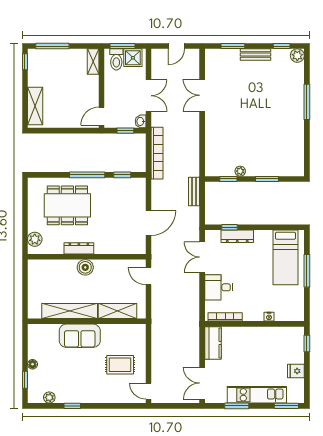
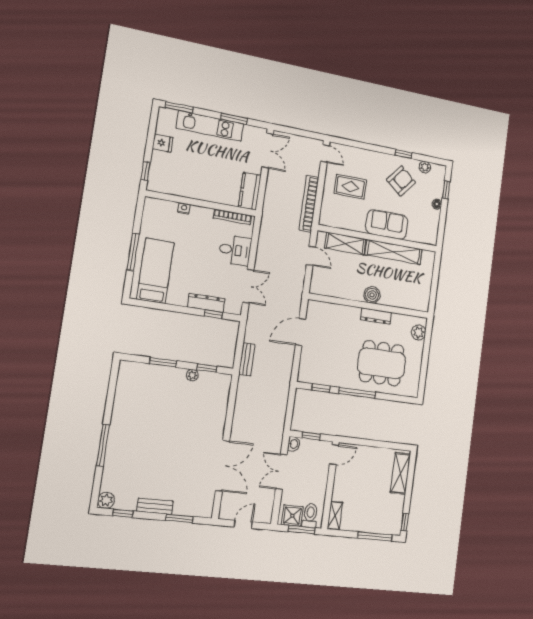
double door: (202, 95) -> (222, 466), width x1.37
bookcase: (157, 153) -> (309, 204), moved
door: (148, 276) -> (311, 256), moved
armchair: (71, 380) -> (401, 181), added

